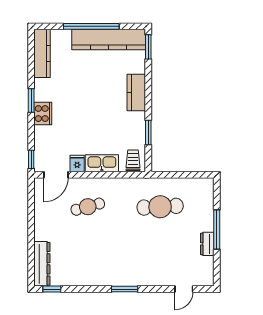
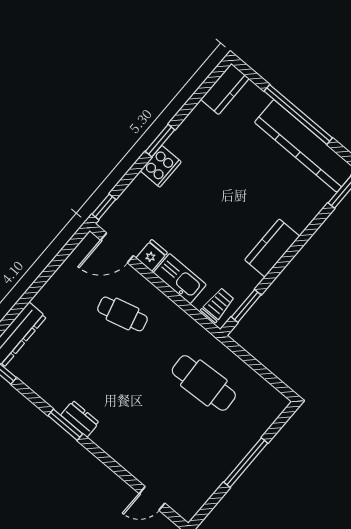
kitchen counter: (42, 53) -> (225, 89), width x0.67
kitchen counter: (136, 92) -> (272, 248), moved
window: (148, 133) -> (246, 306), moved
dresser: (207, 244) -> (80, 419), moved, turned 90
window: (125, 289) -> (65, 425), moved

